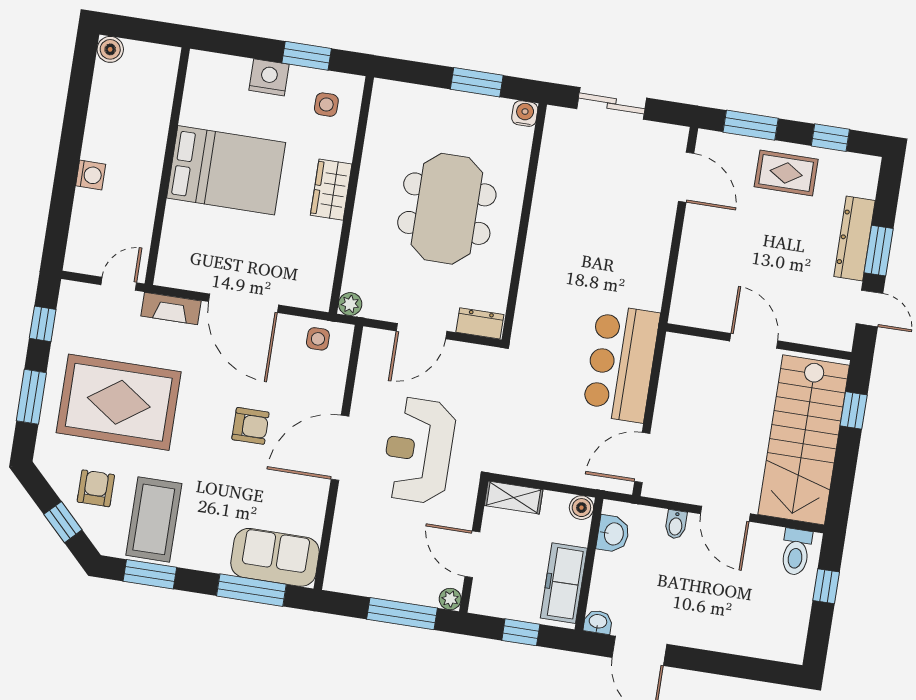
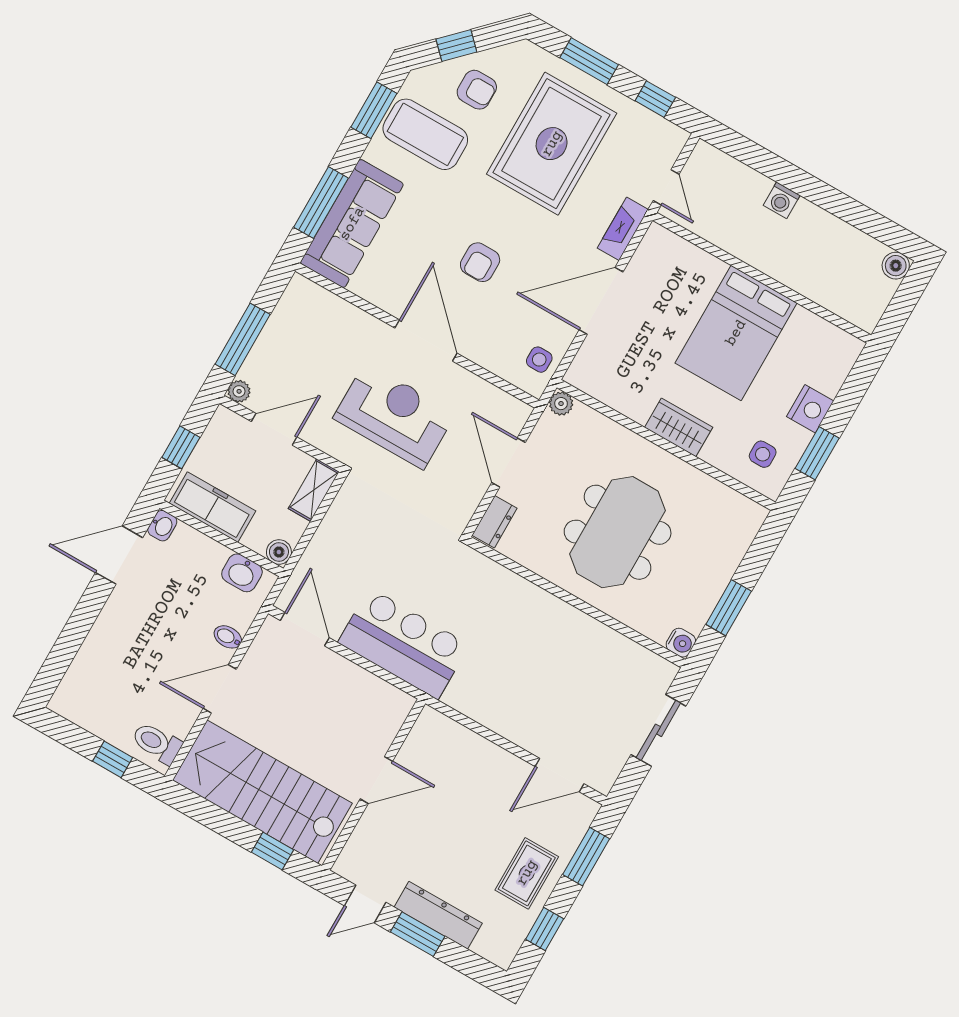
meeting table: (447, 209) -> (618, 532), turned 90
sofa: (275, 557) -> (352, 224), width x1.36

